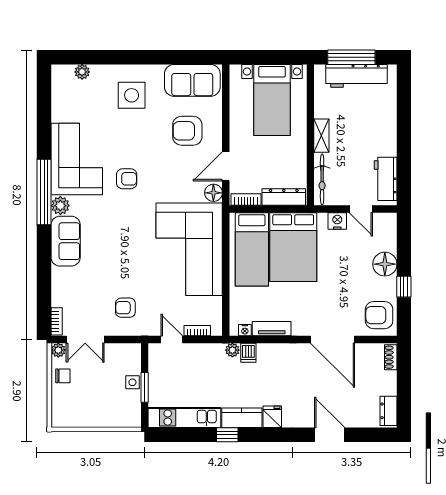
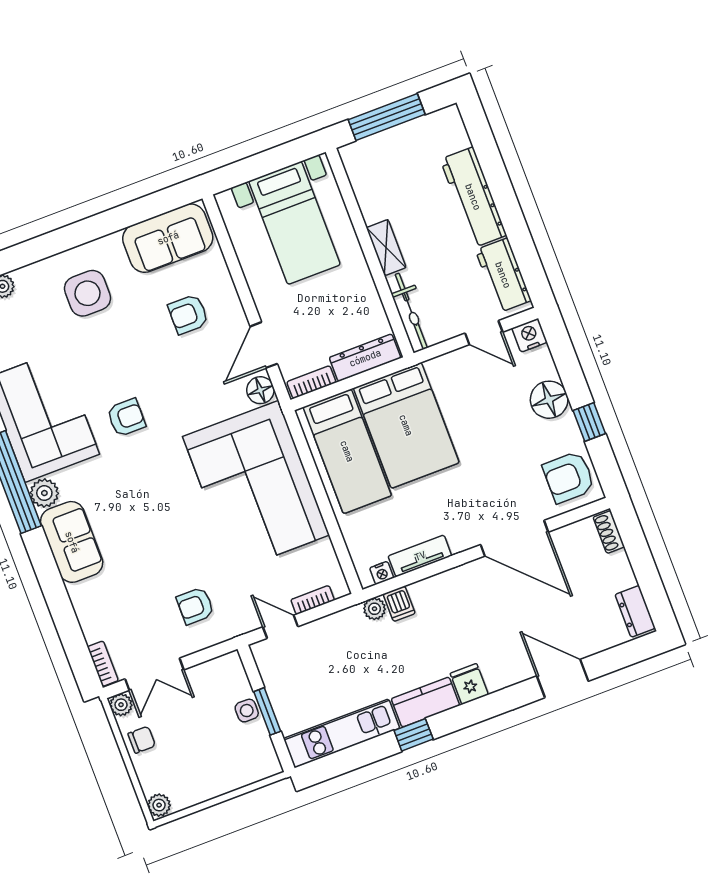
workbench: (356, 76) -> (473, 197), moved, turned 90
armchair: (187, 131) -> (188, 314), width x0.72, depth x0.72
nightstand: (337, 221) -> (530, 335), moved
plant: (58, 419) -> (159, 805), added

